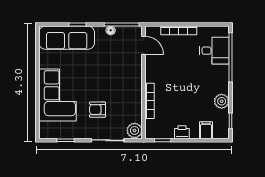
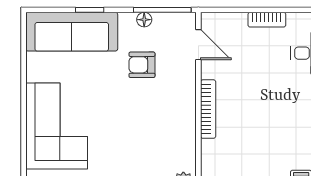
bookcase: (179, 30) -> (267, 20), width x0.64
bookcase: (149, 101) -> (208, 109), moved
armchair: (98, 110) -> (142, 65), moved

